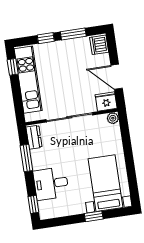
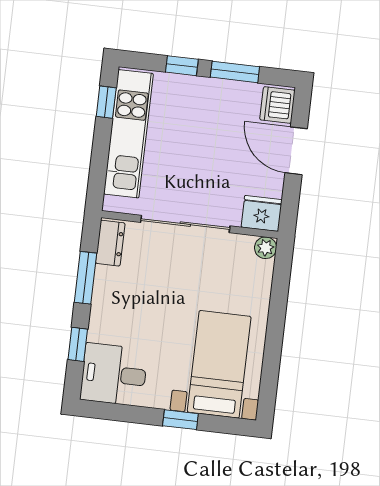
door: (117, 77) -> (296, 151), moved
desk: (51, 184) -> (114, 374), moved
window: (33, 204) -> (78, 344), moved

